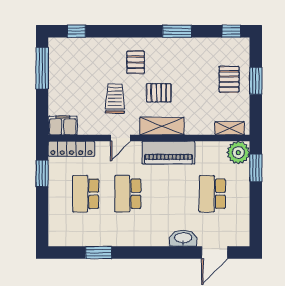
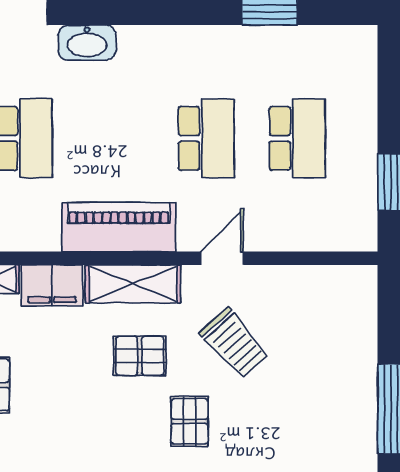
trolley: (115, 99) -> (234, 343), turned -42
filing cabinet: (63, 125) -> (52, 285), moved
locker: (71, 149) -> (328, 235), removed

